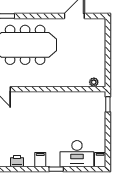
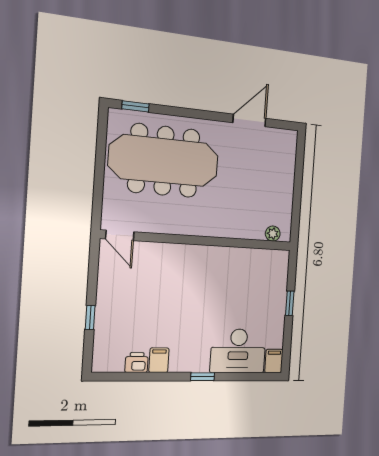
window: (108, 104) -> (290, 303), moved
filing cabinet: (40, 160) -> (159, 360), moved

